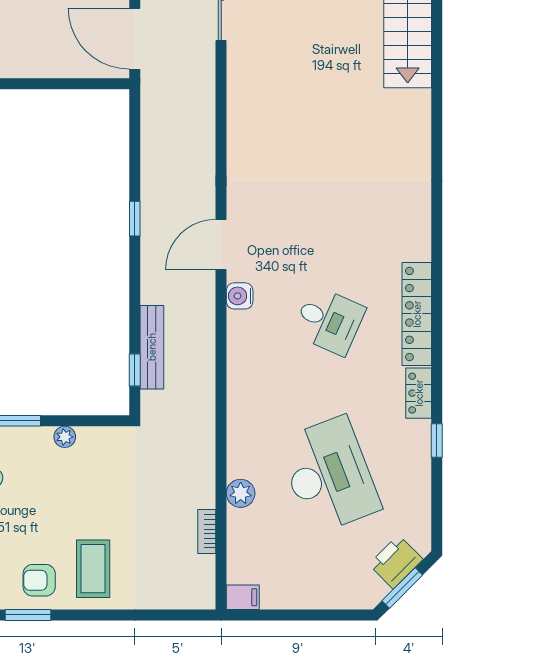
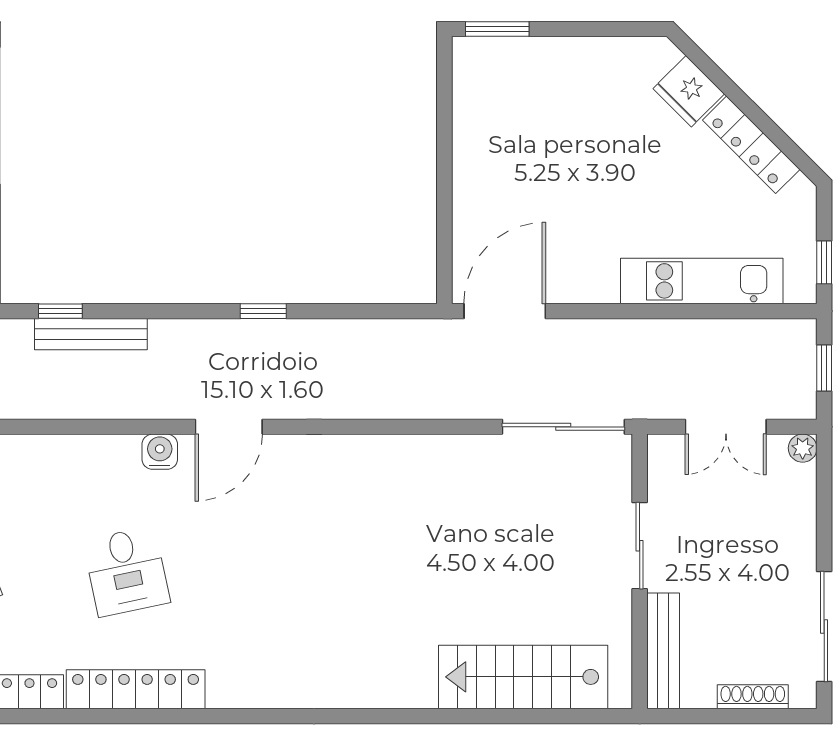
door: (221, 245) -> (229, 427), swing flipped
desk: (329, 321) -> (126, 571), turned -36

